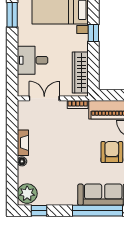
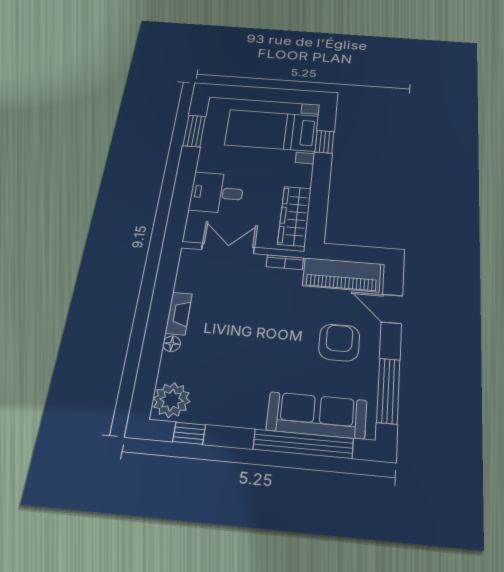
window: (93, 33) -> (324, 142), moved

